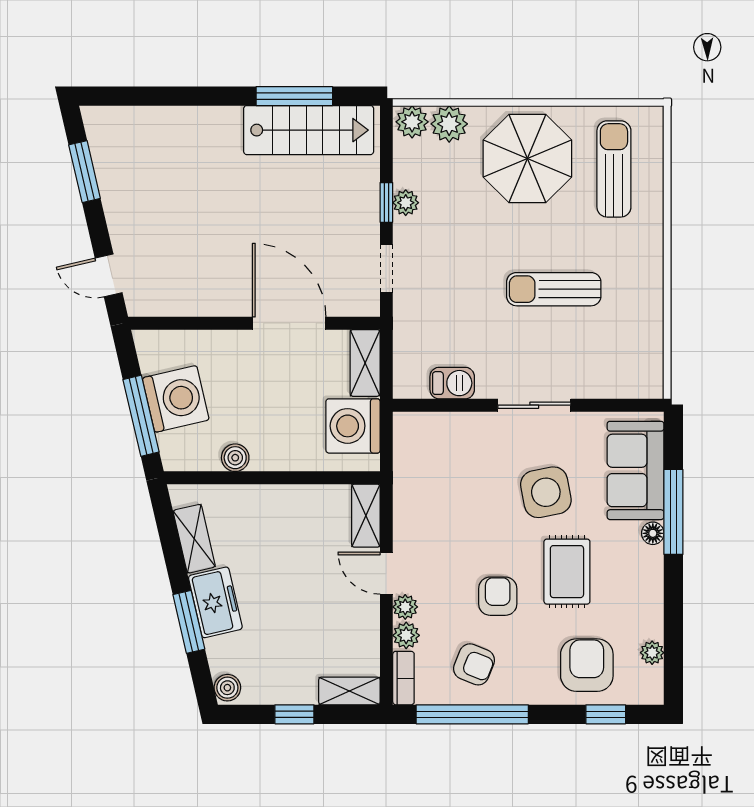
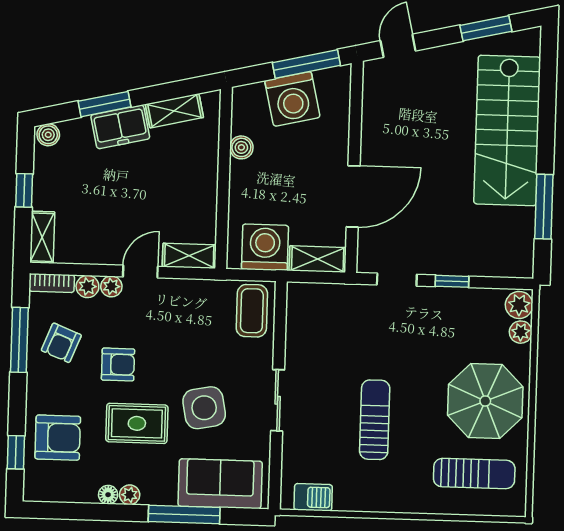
plant: (449, 124) -> (521, 332), width x0.73, depth x0.73
stairs: (309, 130) -> (507, 130), moved, width x1.36, depth x1.51
plant: (406, 203) -> (451, 298), removed
barbecue: (452, 383) -> (313, 497), moved, turned -90
window: (141, 416) -> (306, 64), moved
coffee table: (429, 439) -> (252, 311), added
floor lamp: (653, 533) -> (108, 495), moved
plant: (652, 653) -> (130, 495), moved
window: (472, 714) -> (19, 340), width x0.68

